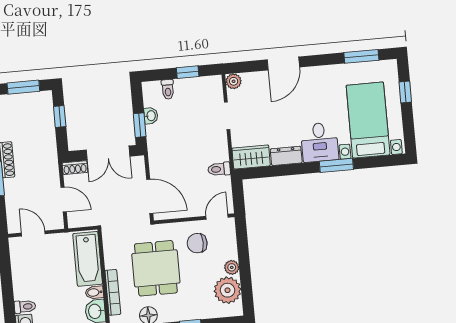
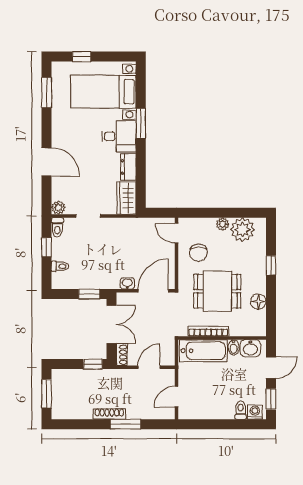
washbasin: (151, 116) -> (127, 283), moved
window: (60, 117) -> (93, 364), moved
toilet: (219, 169) -> (57, 227), moved
bookcase: (113, 292) -> (208, 331), moved

